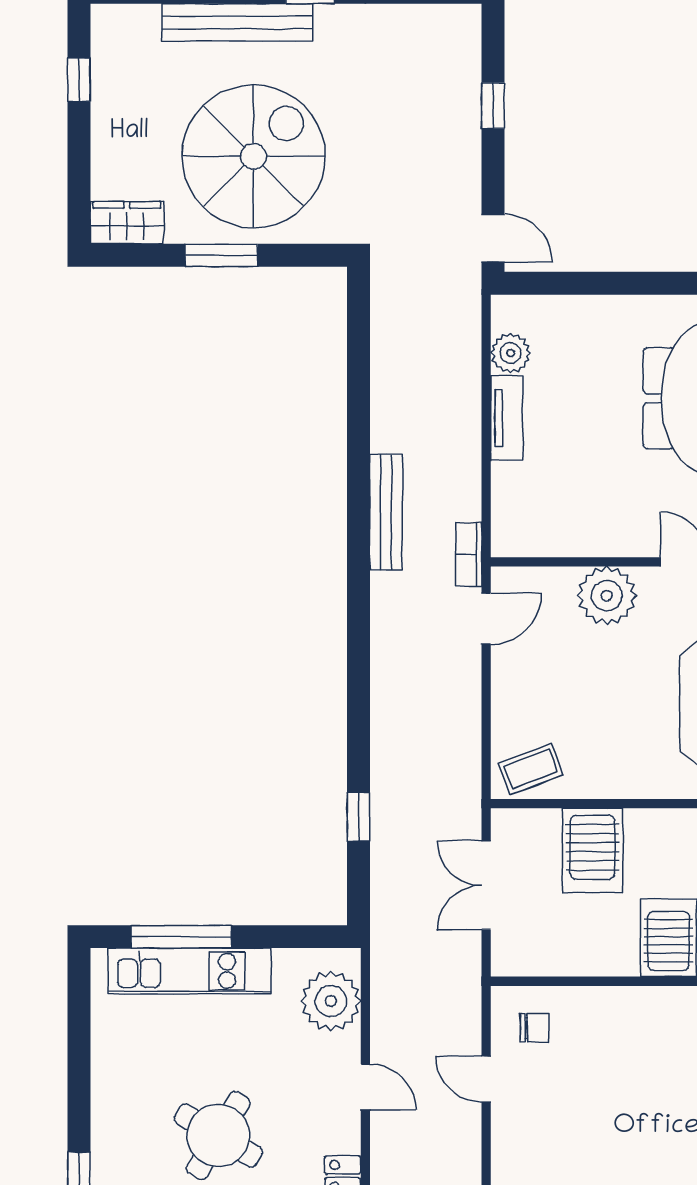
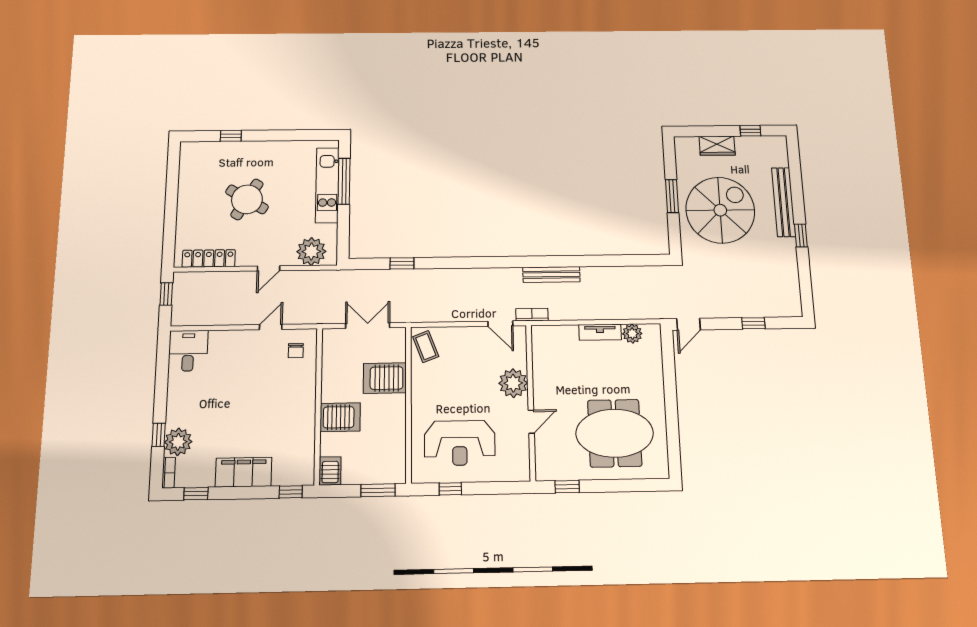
spiral stairs: (253, 156) -> (720, 210), turned -90
wardrobe: (127, 223) -> (717, 146), moved, turned 90

